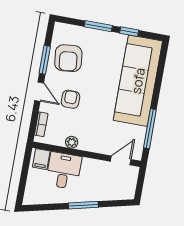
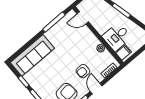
sofa: (138, 81) -> (32, 55), width x0.74, depth x0.79

